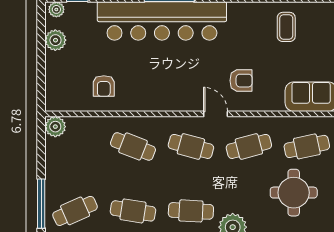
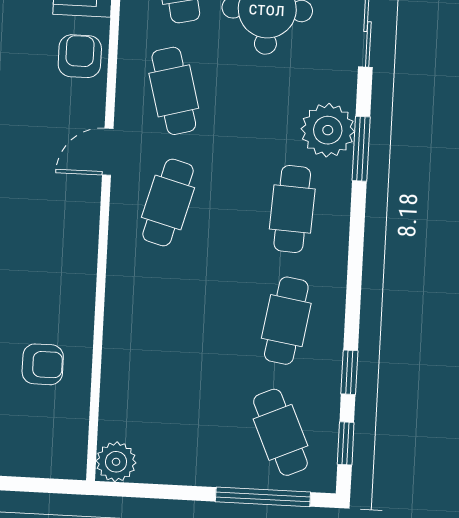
armchair: (241, 81) -> (80, 56), moved
cafe table: (133, 146) -> (162, 314), removed

